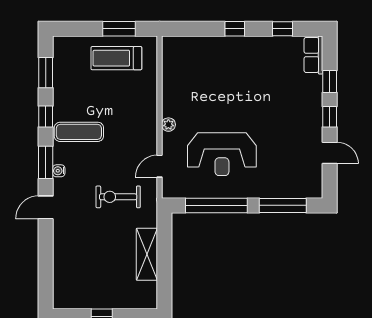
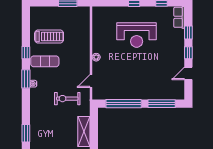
treadmill: (116, 58) -> (49, 36), moved, turned 180
window: (46, 73) -> (26, 133), moved
door: (330, 153) -> (188, 73), swing flipped
reception desk: (222, 154) -> (137, 35), moved
door: (46, 207) -> (26, 105), removed

